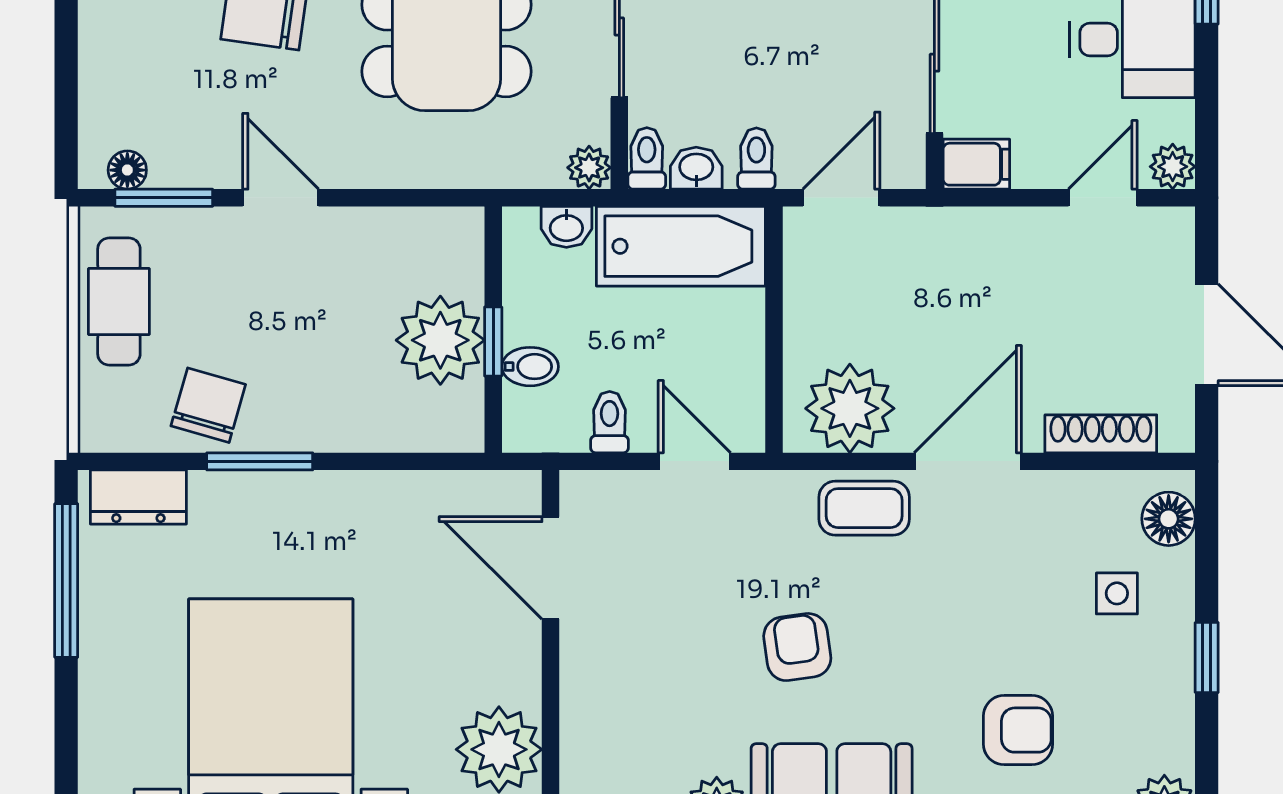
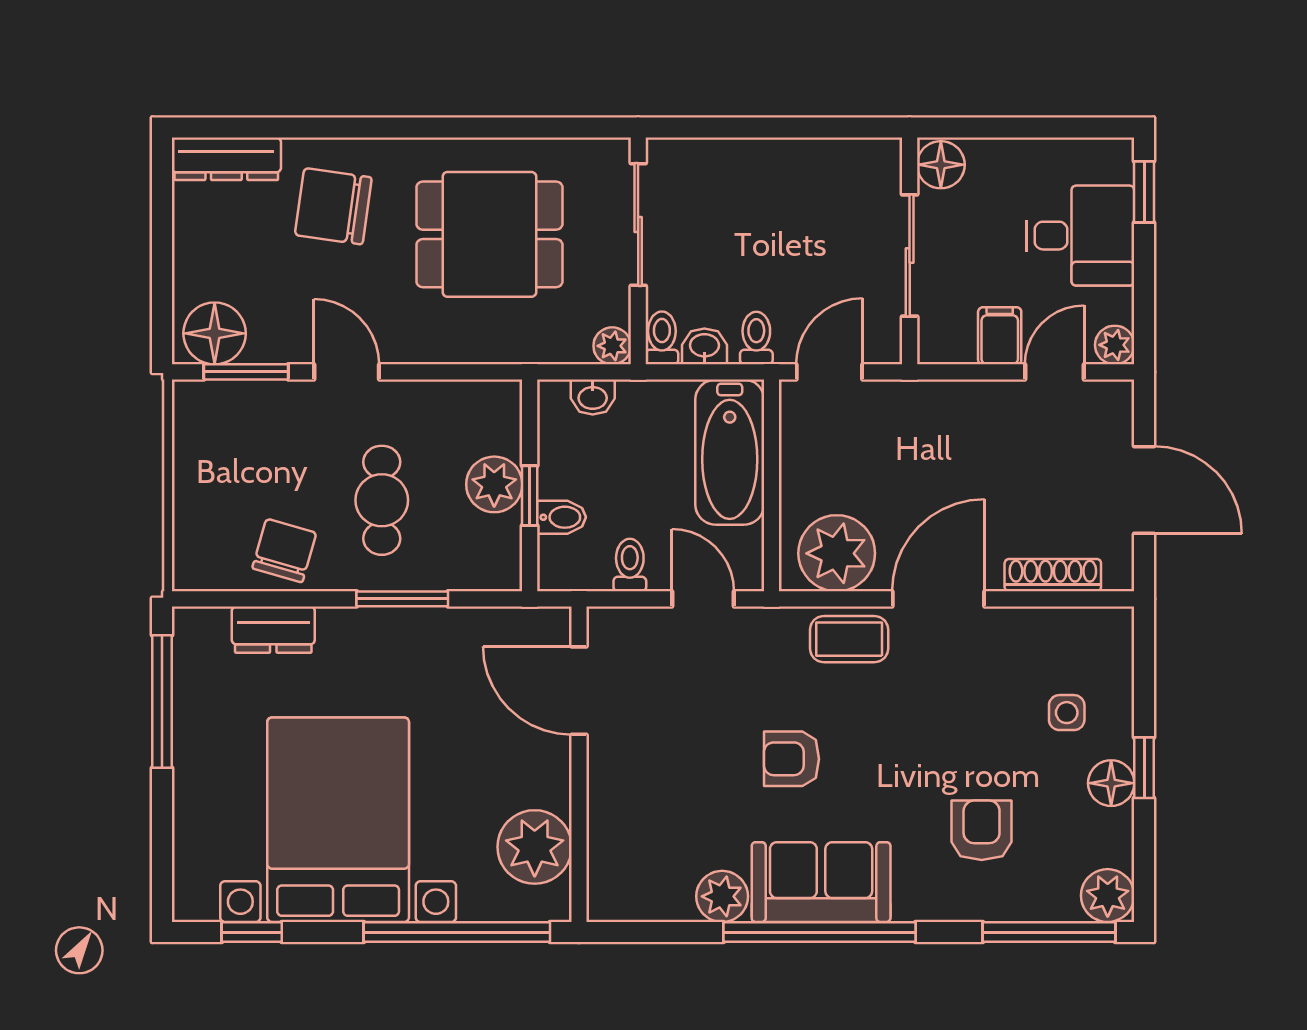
filing cabinet: (976, 164) -> (1000, 336), moved, turned -90
floor lamp: (127, 170) -> (215, 333), width x1.89, depth x1.89
bathtub: (681, 246) -> (730, 452), moved, turned 90
cafe table: (119, 302) -> (382, 500), moved
plant: (440, 340) -> (494, 484), width x0.73, depth x0.73
window: (260, 461) -> (402, 599), moved
dresser: (138, 497) -> (273, 630), moved
floor lamp: (1169, 519) -> (1111, 783), moved
armchair: (797, 647) -> (792, 759), turned -82
armchair: (1018, 730) -> (982, 830), turned -90

